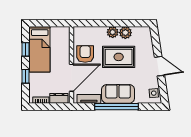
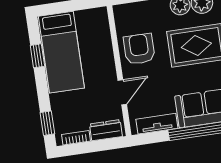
window: (25, 76) -> (47, 123), moved
door: (72, 78) -> (122, 92), width x0.53

